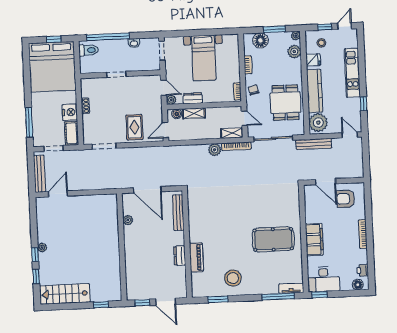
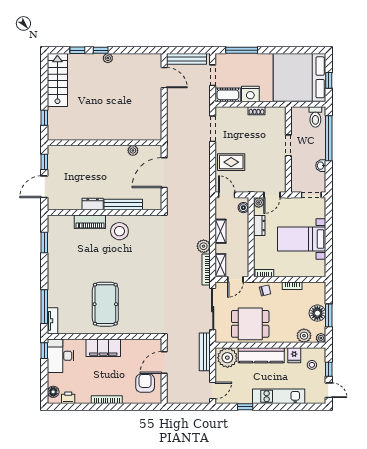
floor lamp: (260, 40) -> (317, 313), moved
shelving: (194, 113) -> (221, 231), moved
bench: (178, 213) -> (123, 204), moved
stool: (233, 278) -> (119, 231), moved

